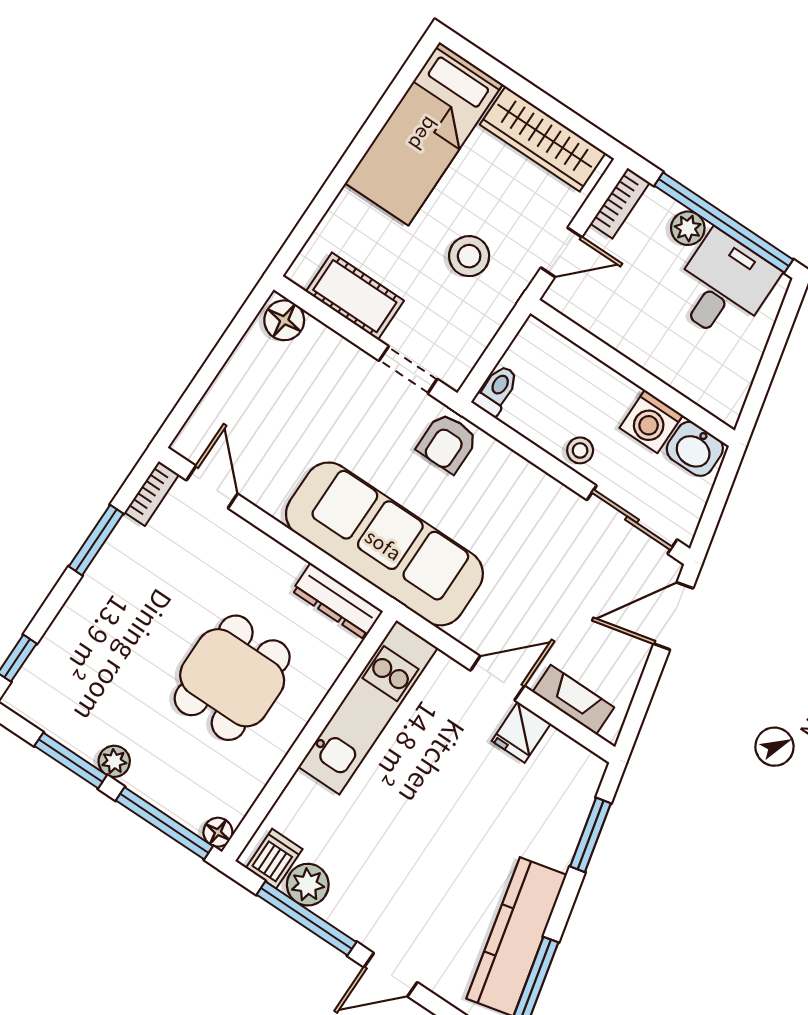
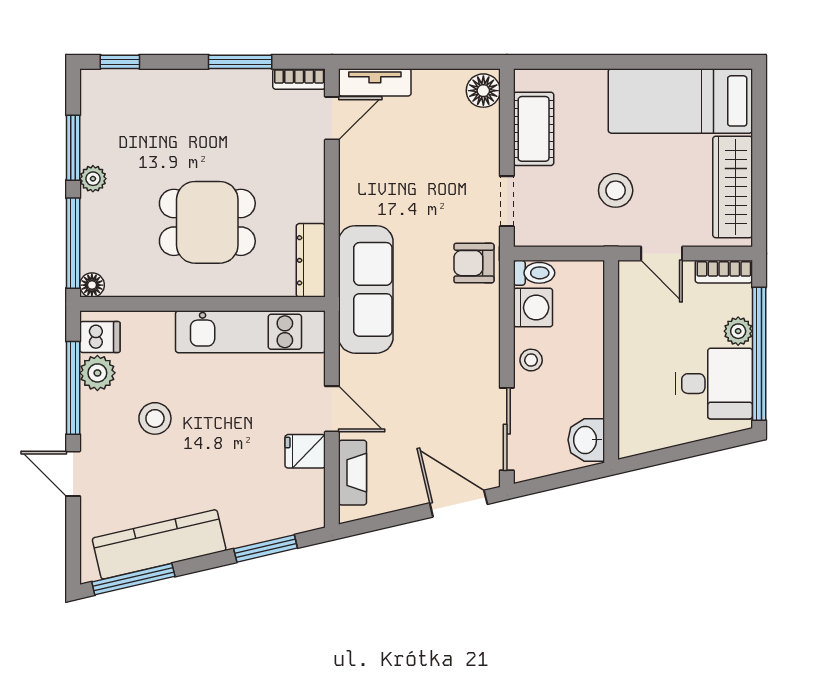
tv unit: (205, 421) -> (375, 82), added
washing machine: (651, 421) -> (533, 308), moved, turned 180
sofa: (384, 544) -> (366, 289), width x0.74, depth x0.79
stool: (390, 858) -> (155, 418), added

